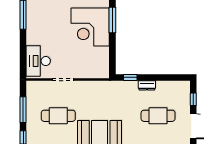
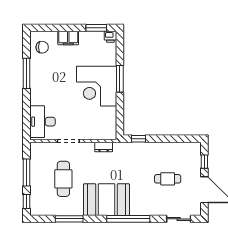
dresser: (147, 85) -> (104, 147), moved
cafe table: (58, 116) -> (63, 179), turned 90
cafe table: (158, 116) -> (168, 179), width x0.73, depth x0.74

